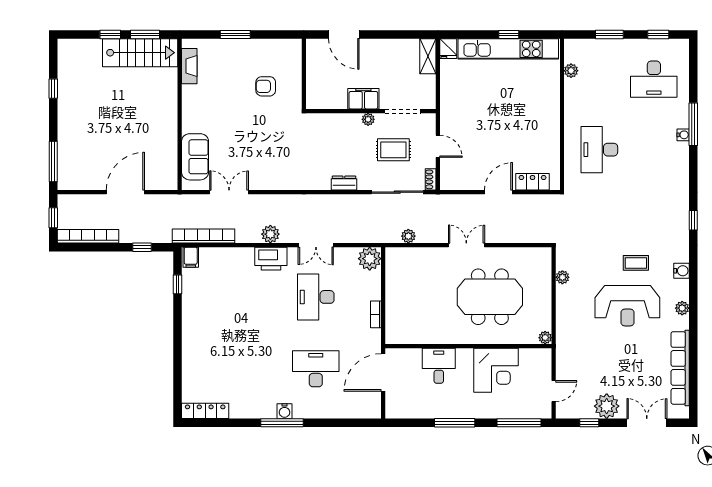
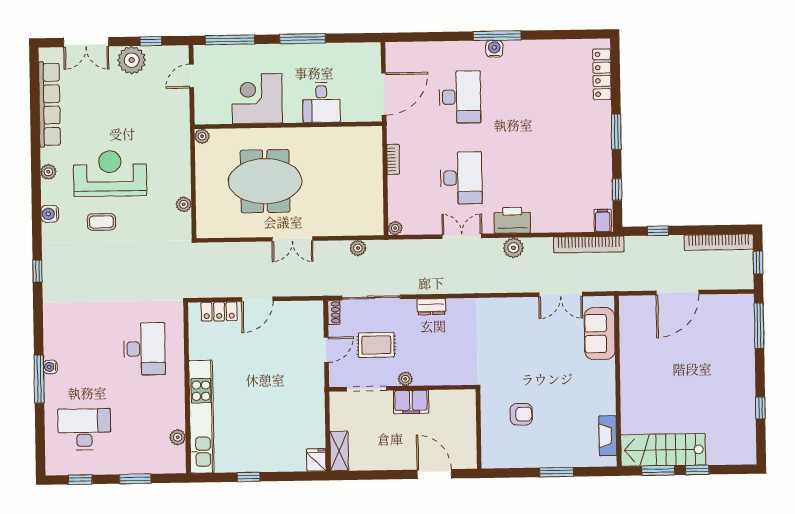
kitchen unit: (508, 49) -> (201, 417), moved, turned 90
door: (438, 146) -> (326, 350), swing flipped
plant: (370, 259) -> (395, 228), width x0.53, depth x0.53
window: (177, 336) -> (616, 132), added
desk: (316, 369) -> (460, 97), turned -90
locker: (205, 411) -> (602, 74), moved, turned 90

